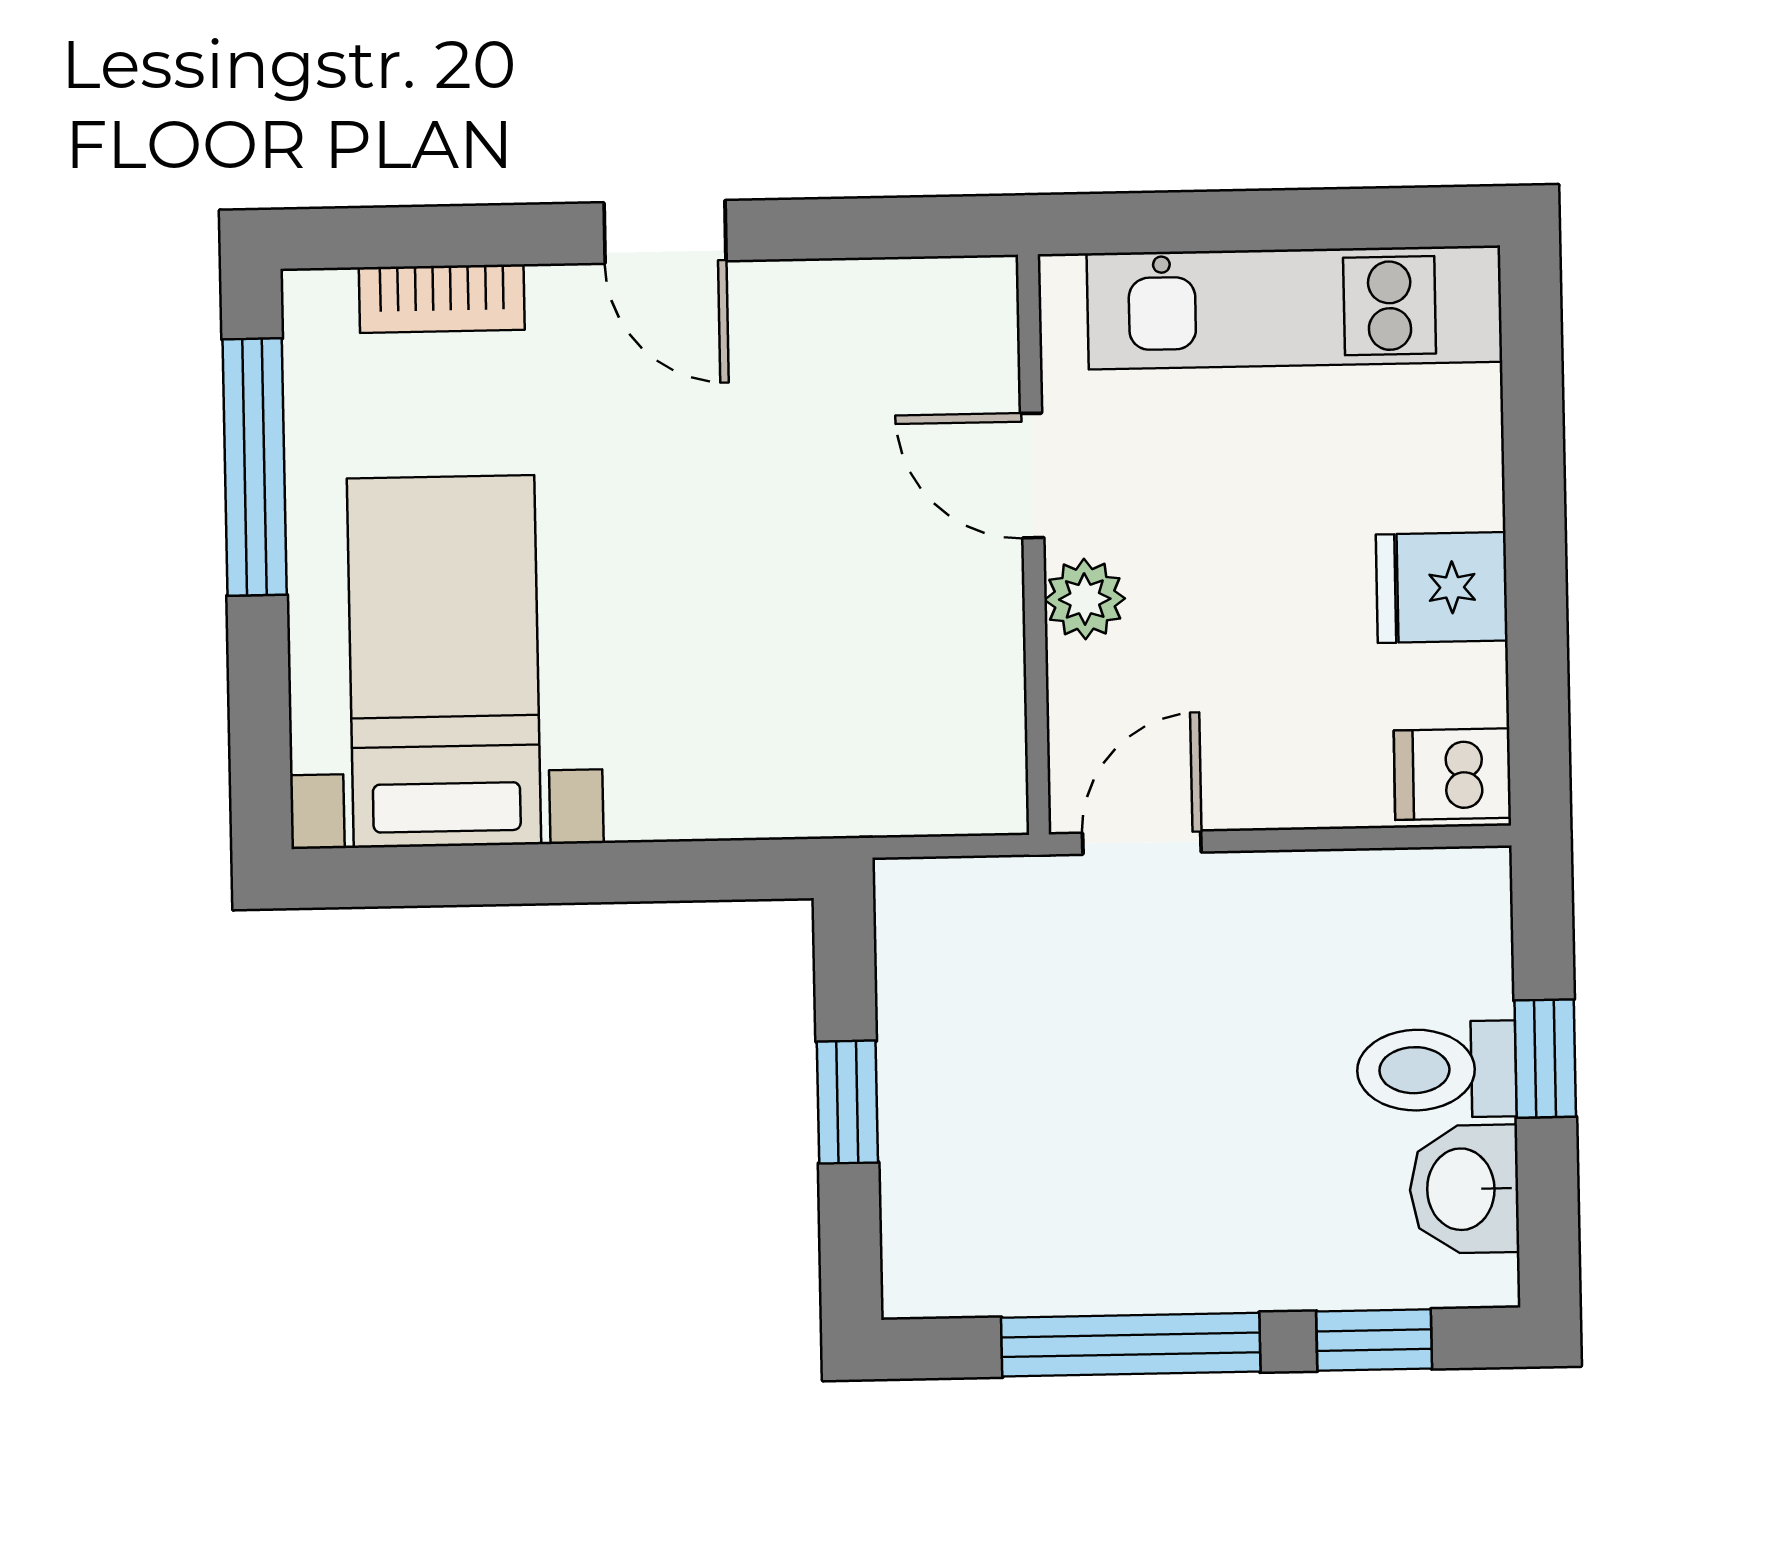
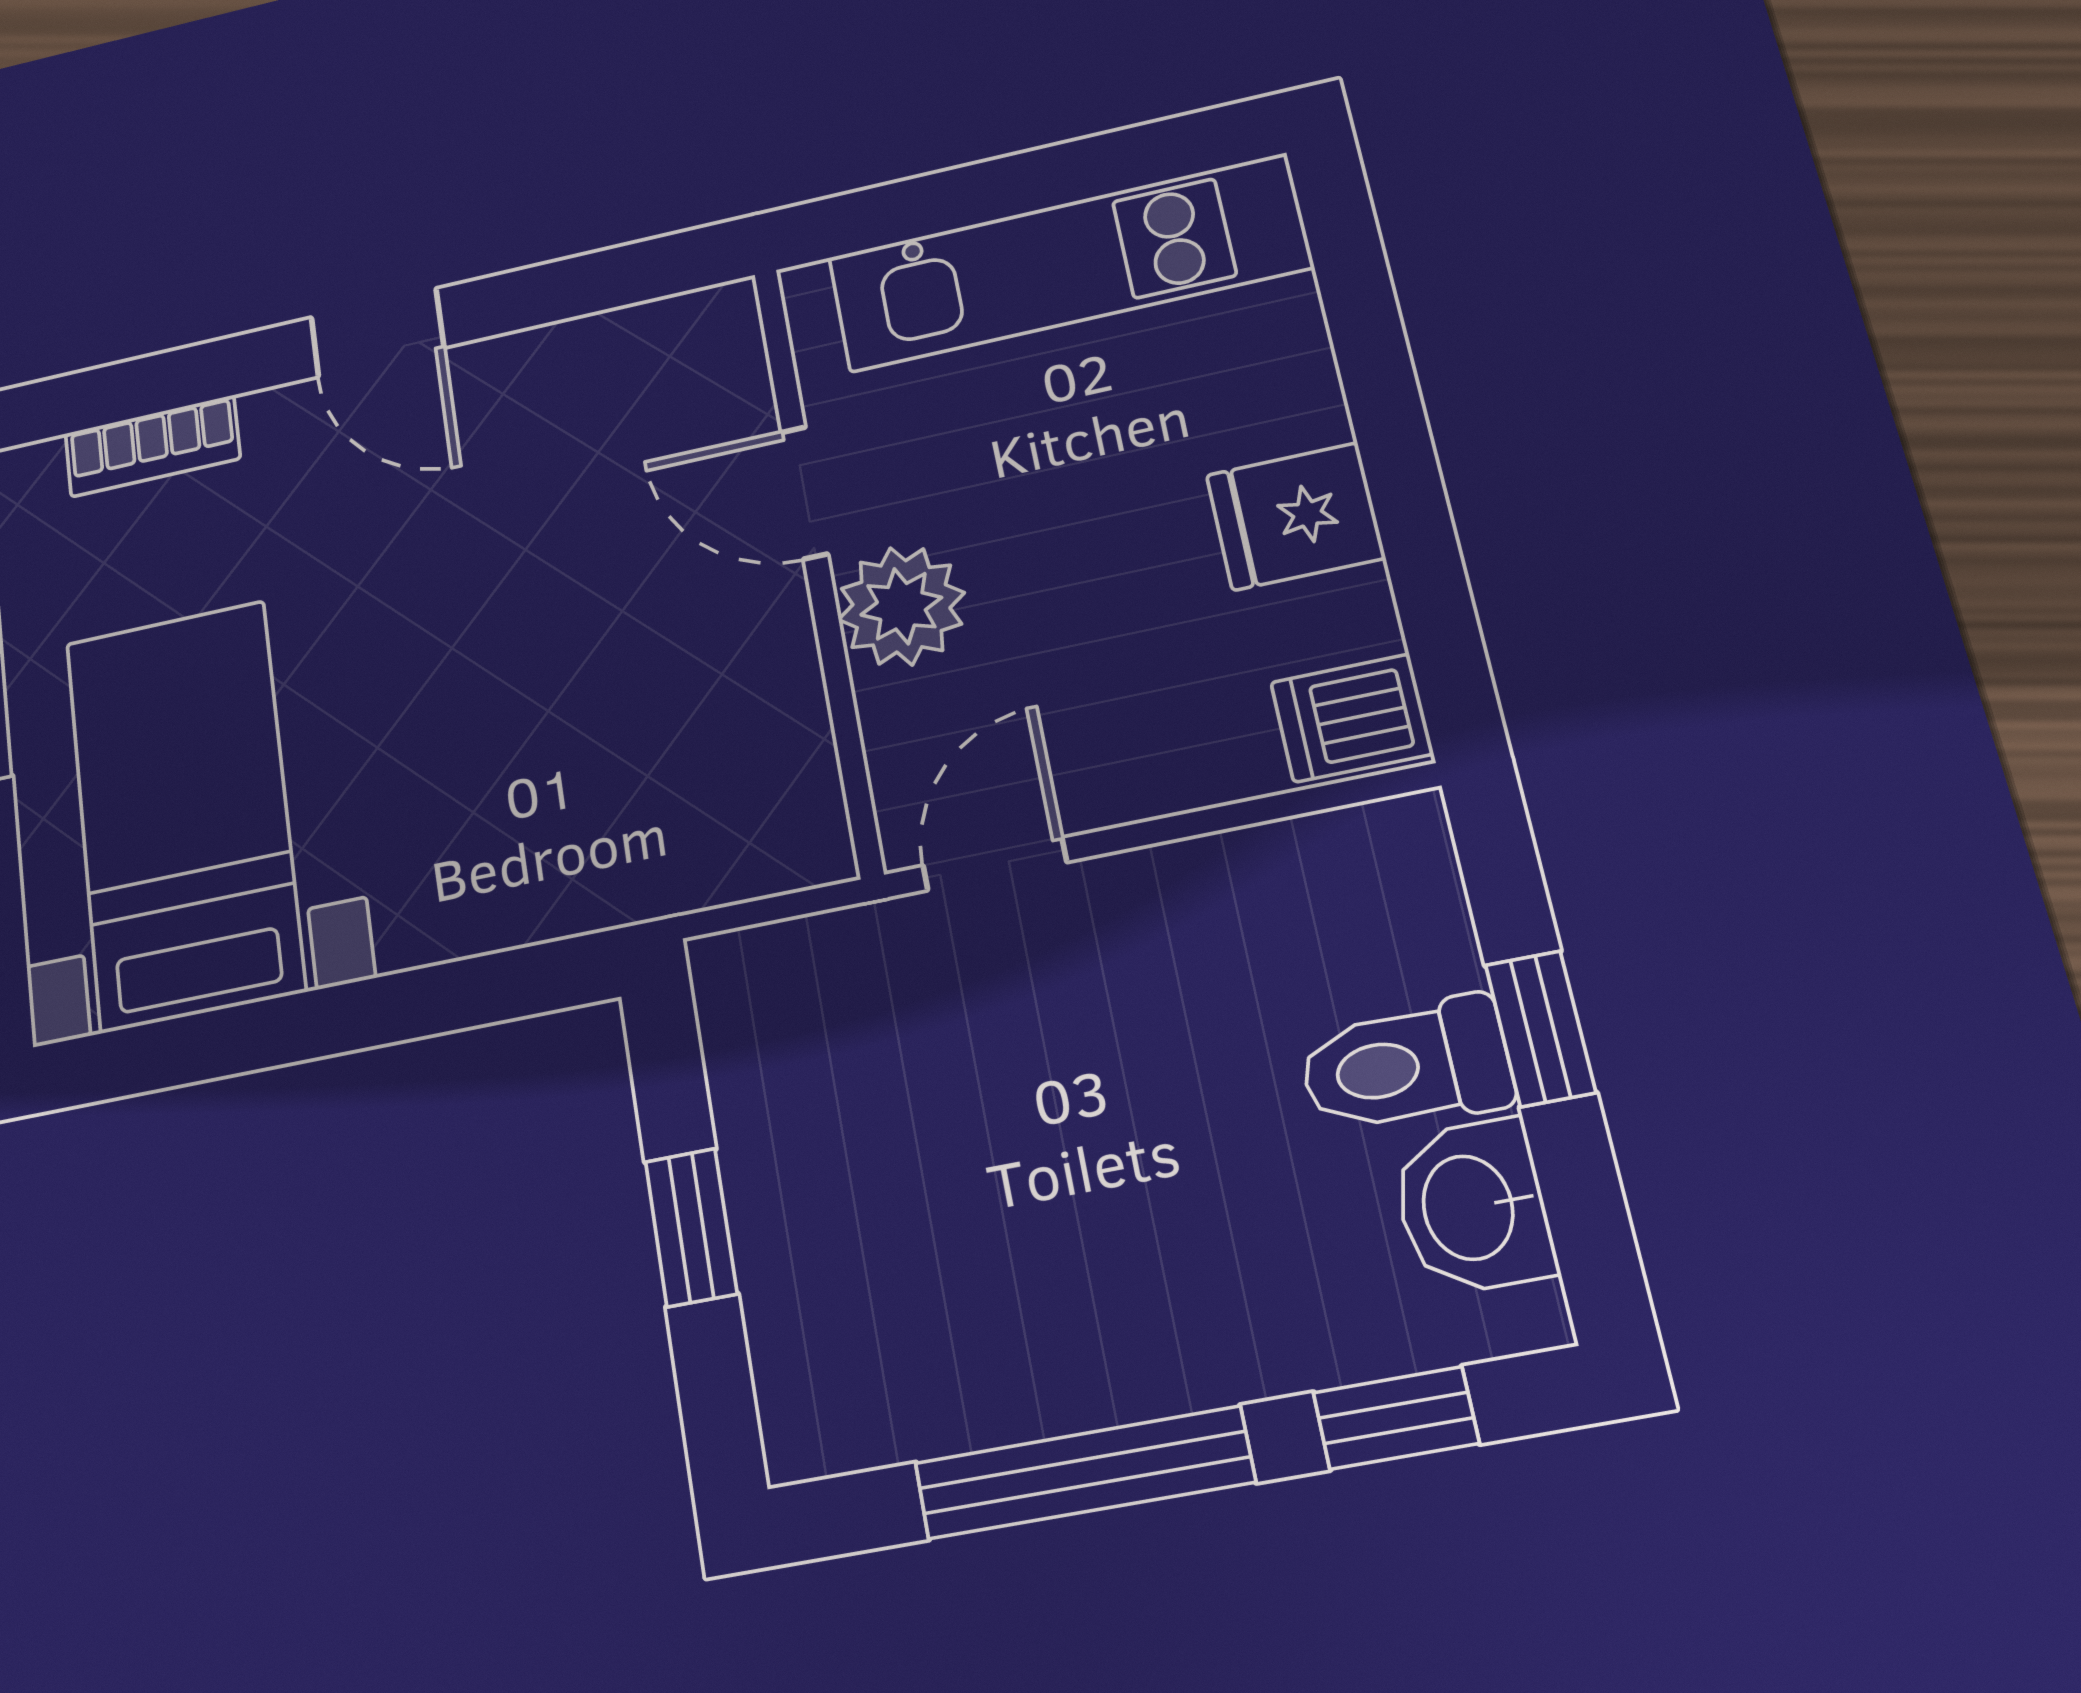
plant: (1085, 599) -> (901, 606), width x1.38, depth x1.38

